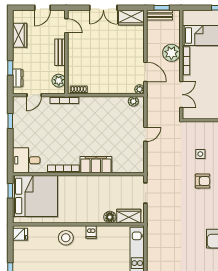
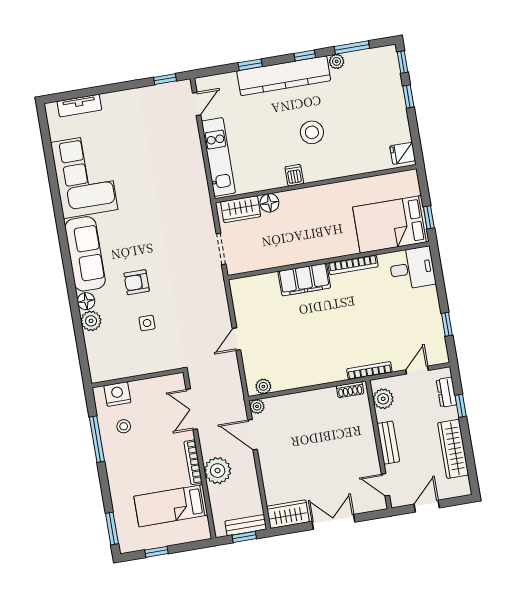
wardrobe: (20, 35) -> (453, 449), width x1.50
bed: (35, 196) -> (391, 224), width x0.73
stool: (66, 238) -> (312, 132), moved

